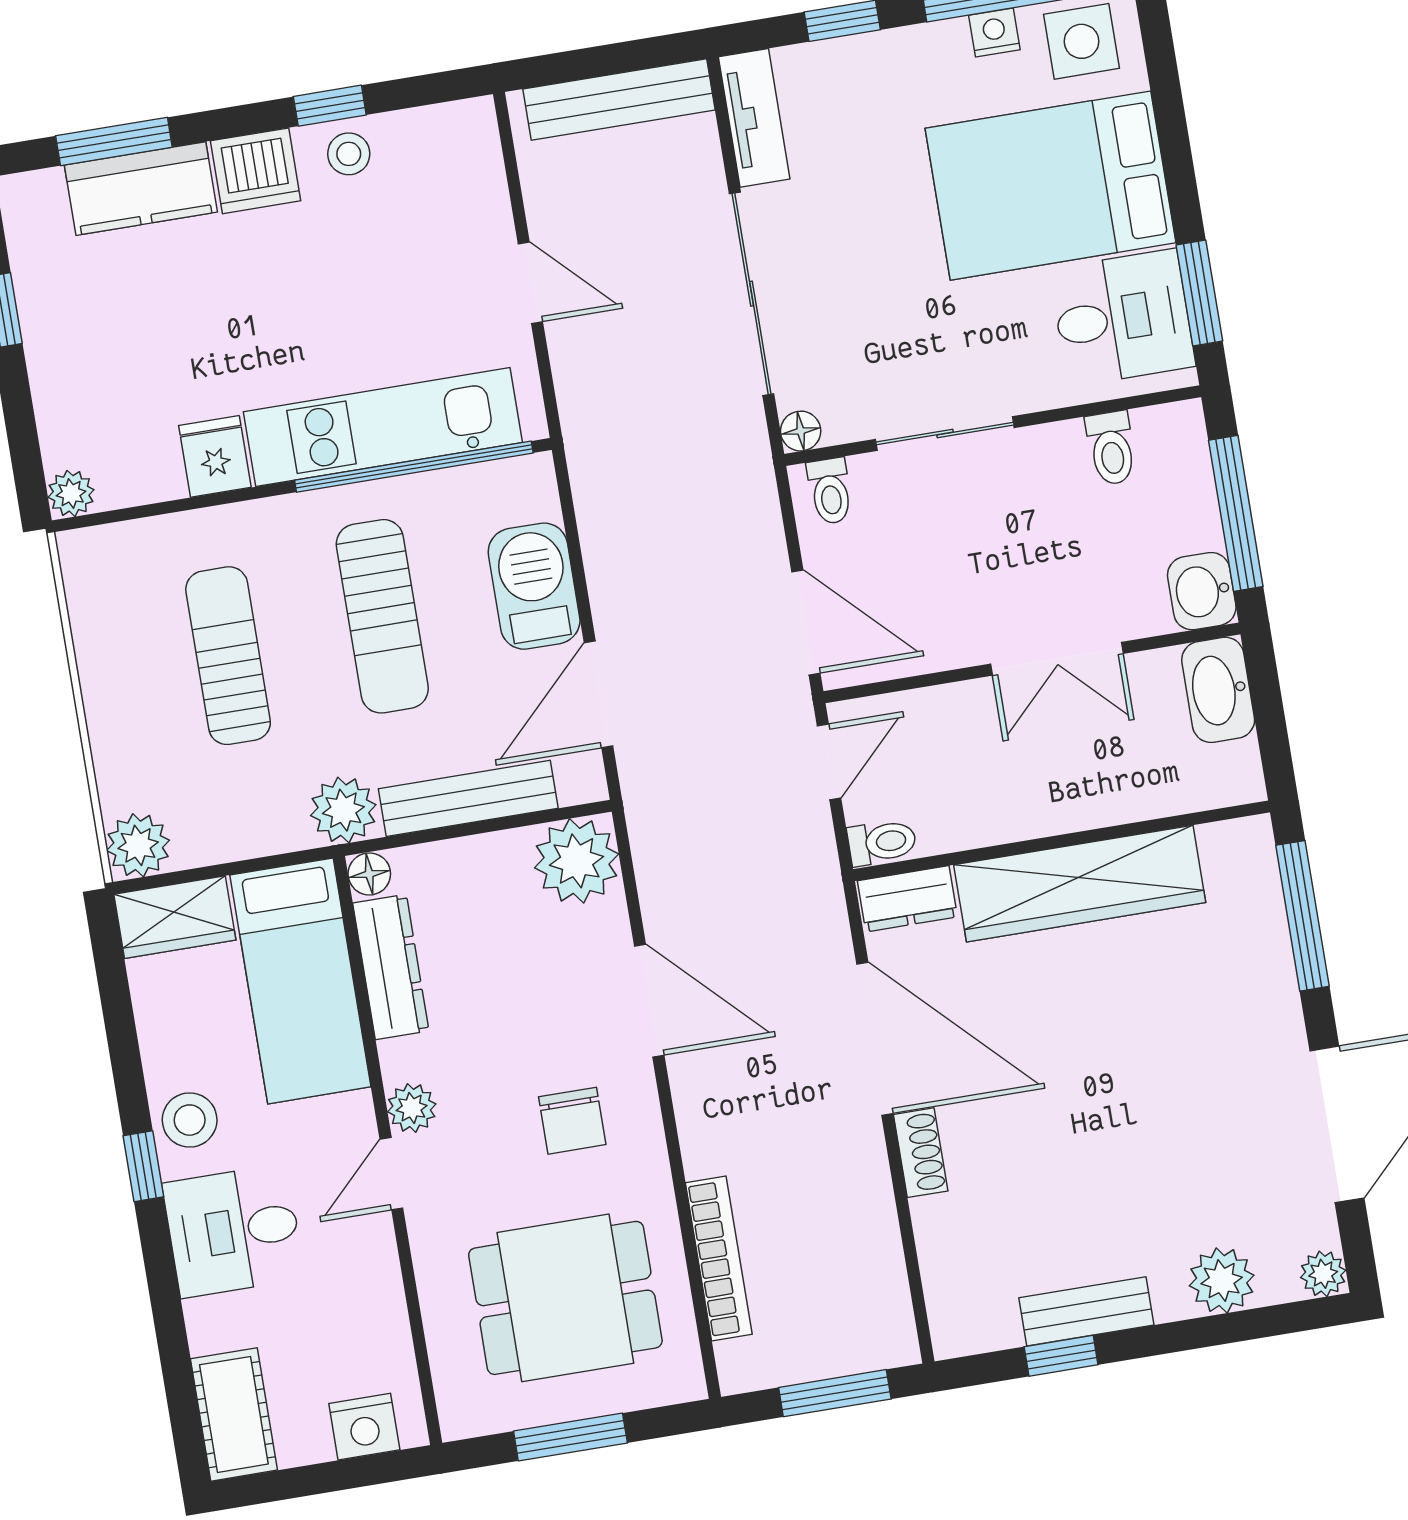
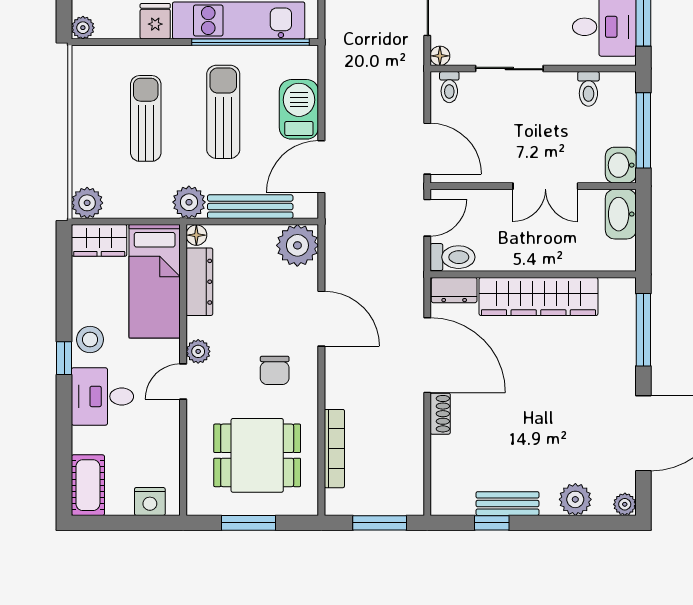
sun lounger: (382, 616) -> (223, 112), turned 180
toilet: (882, 842) -> (453, 257), width x1.37, depth x1.39

